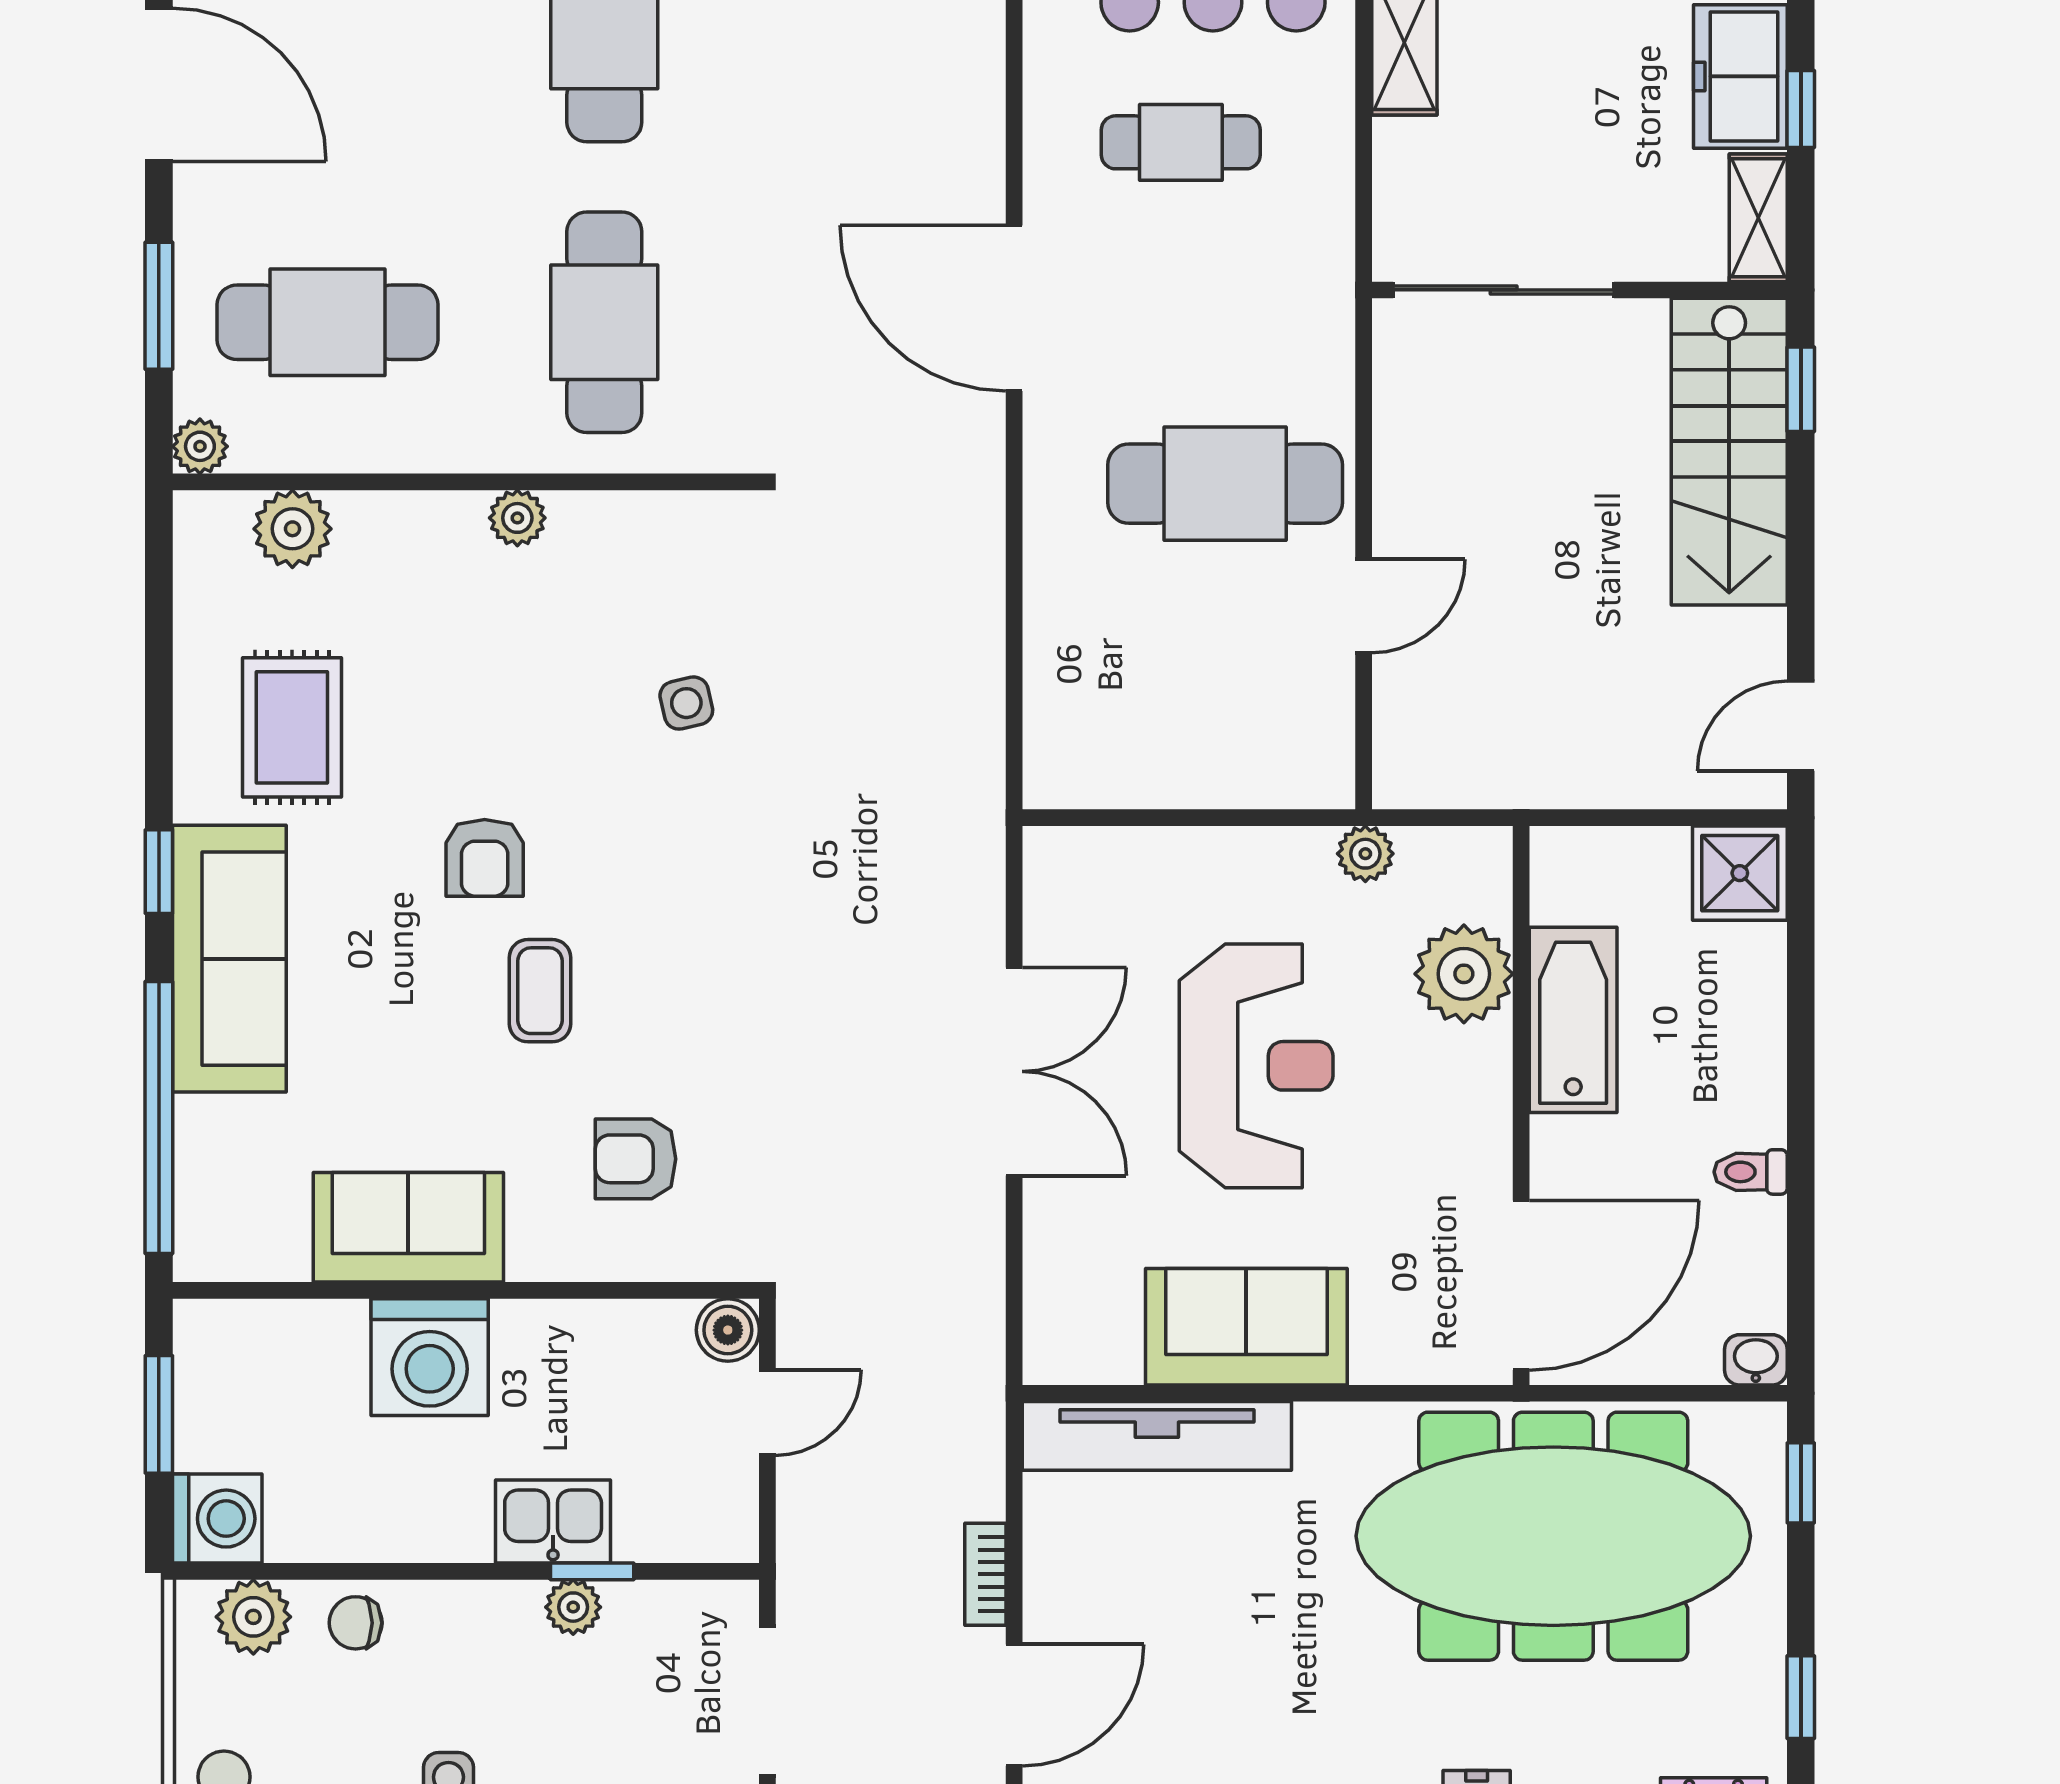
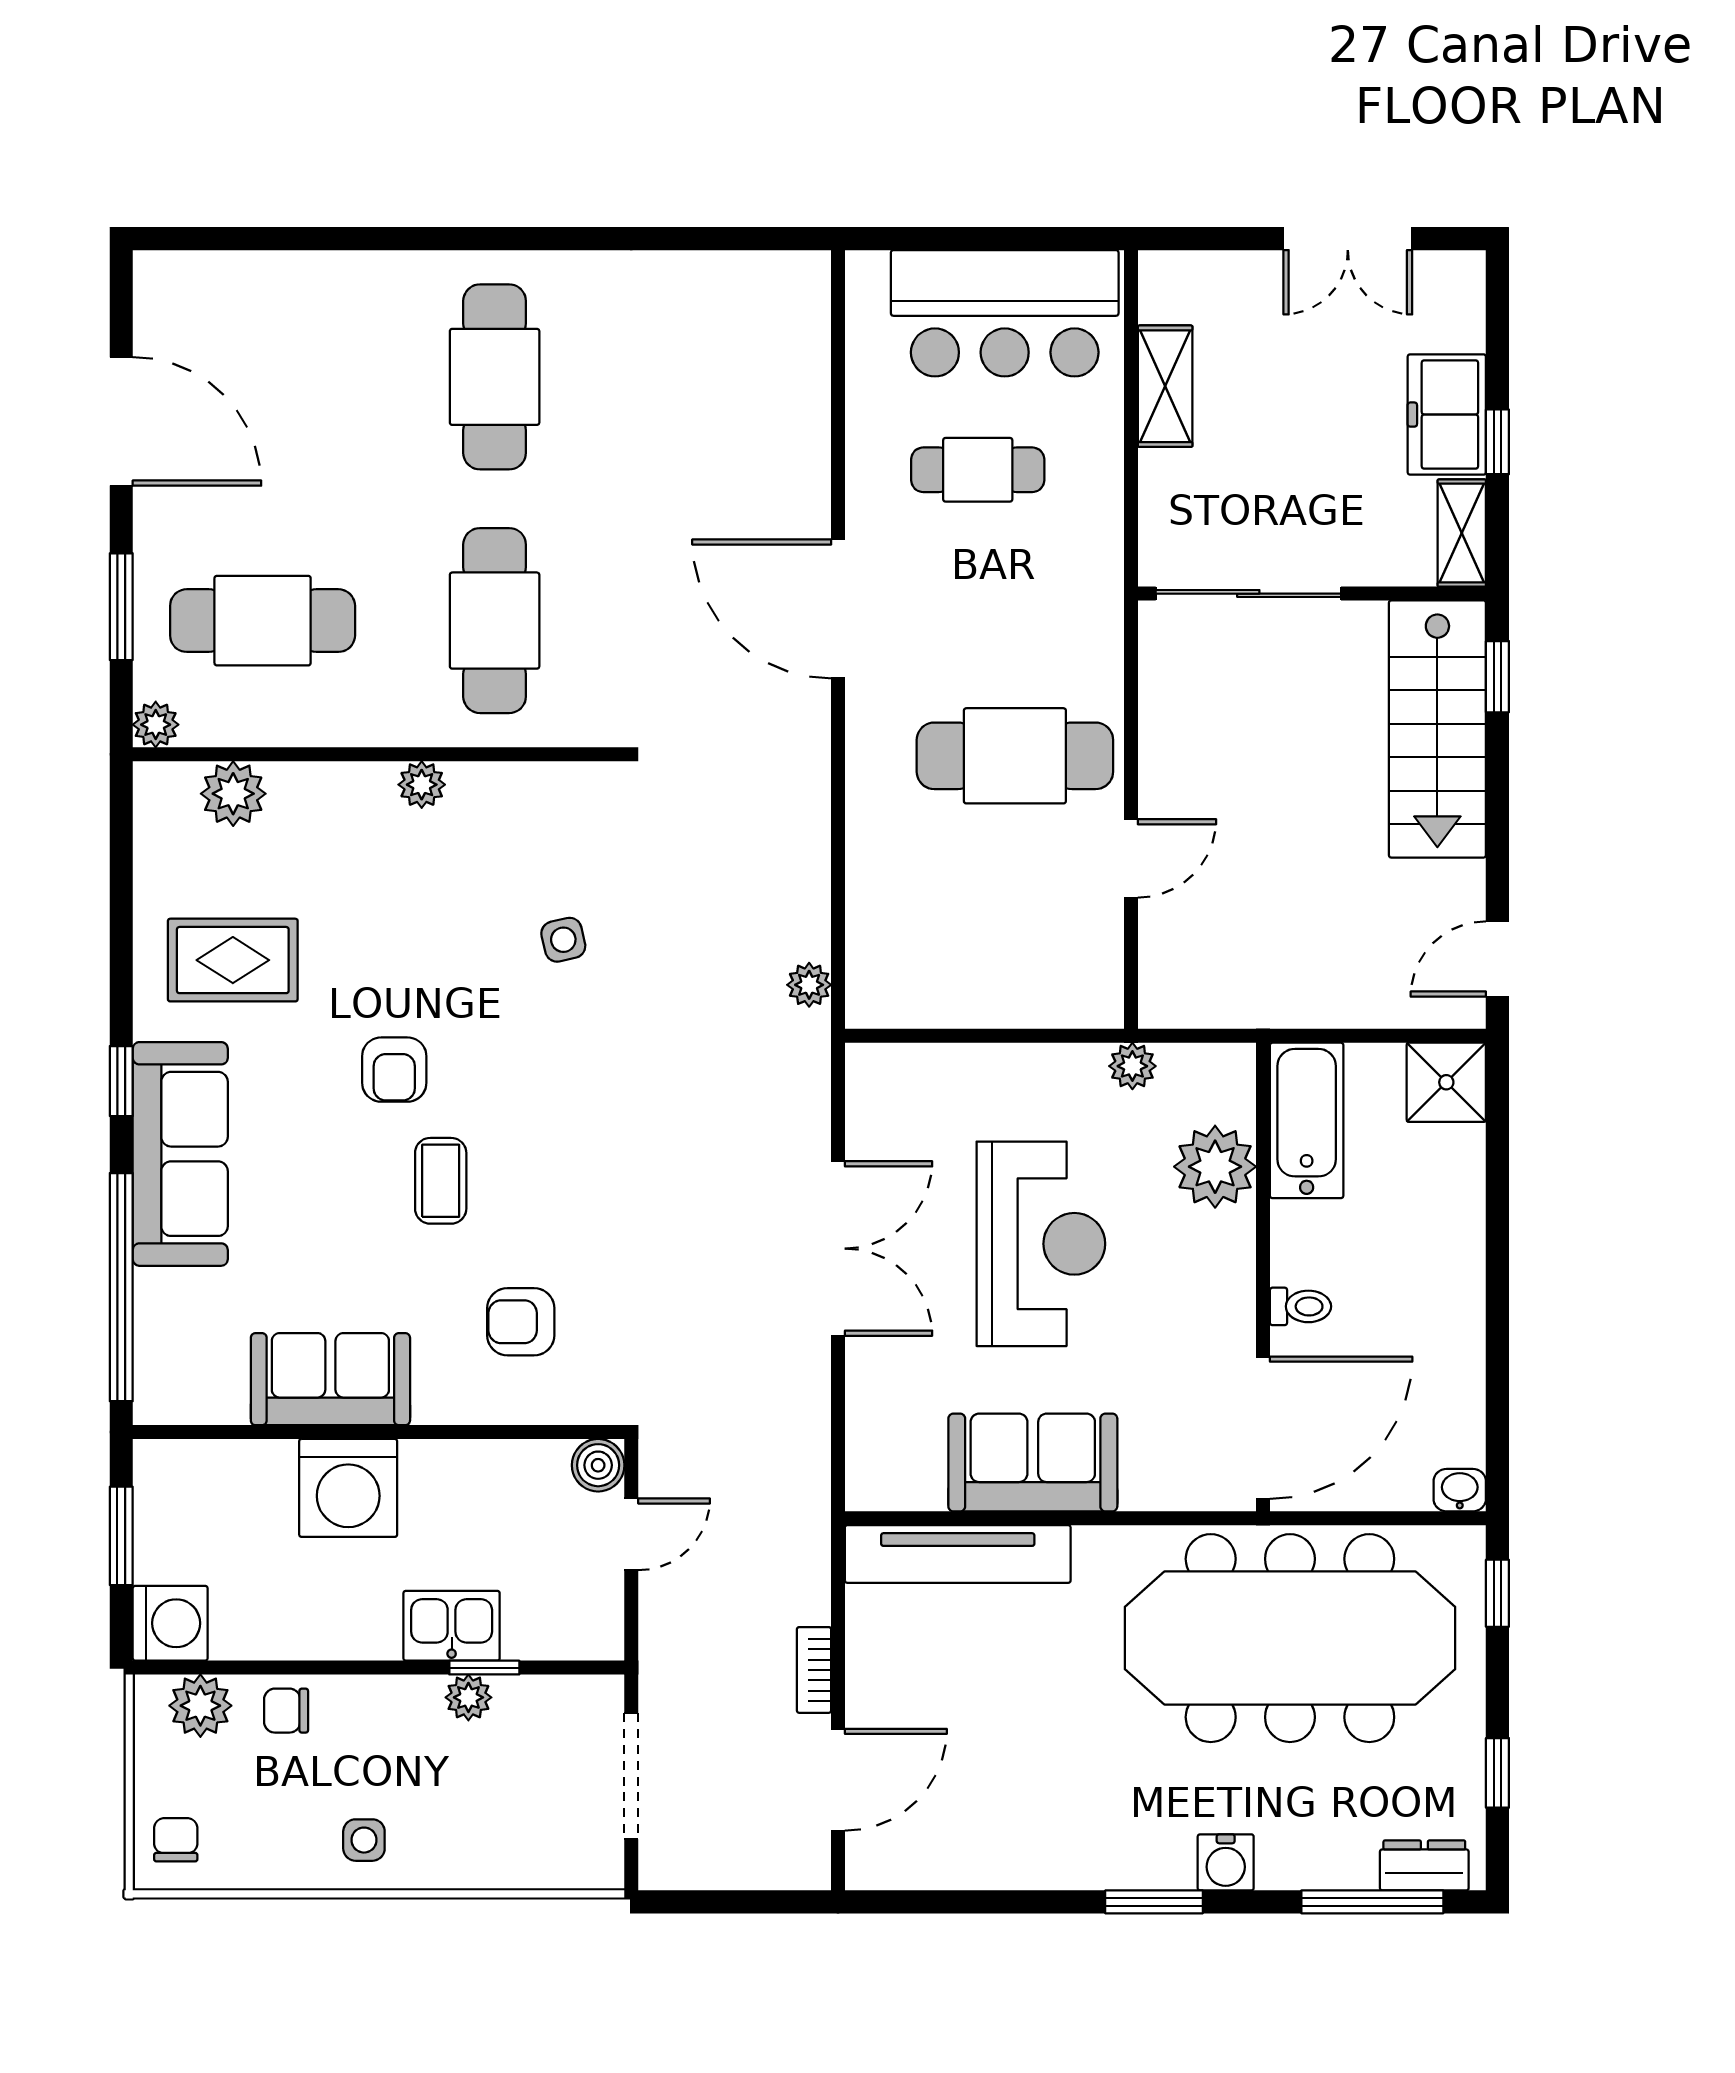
rug: (292, 727) -> (233, 960), turned 90
plant: (980, 757) -> (809, 985), added
bathtub: (1573, 1020) -> (1307, 1120), moved
toilet: (1751, 1172) -> (1300, 1306), moved, turned 180

